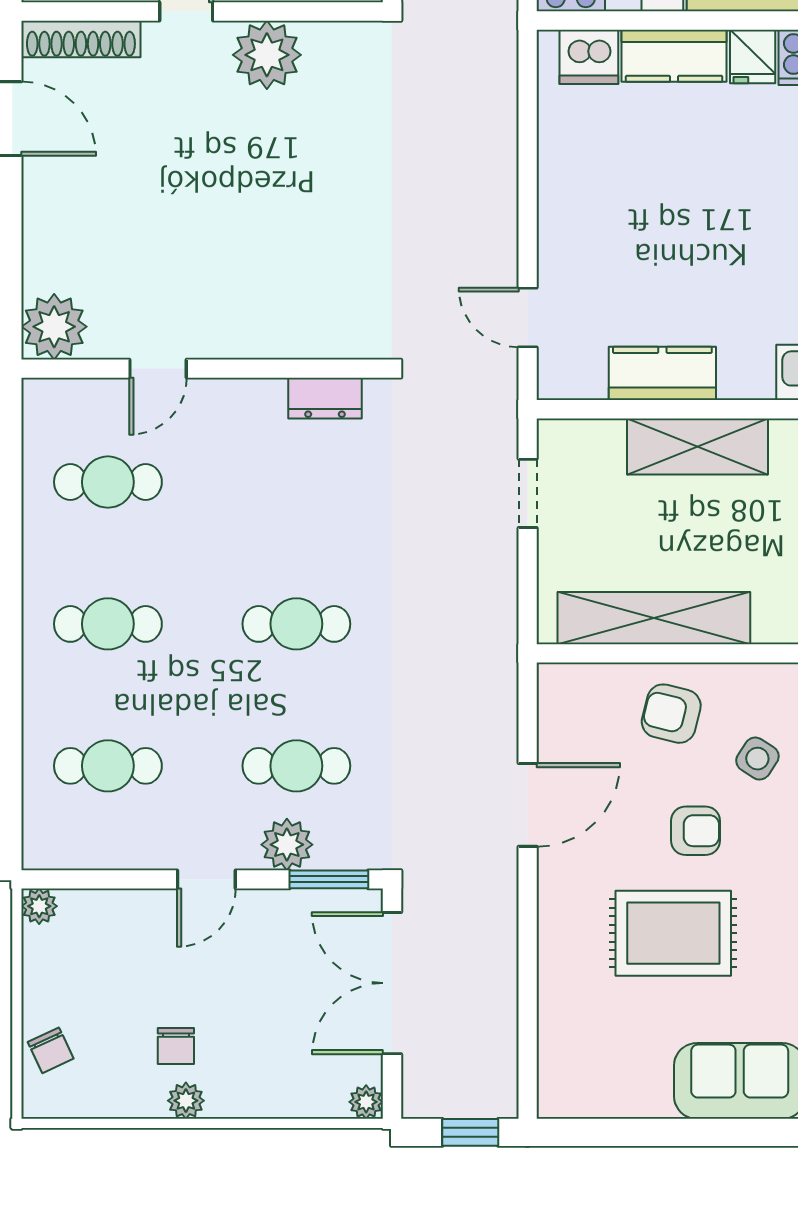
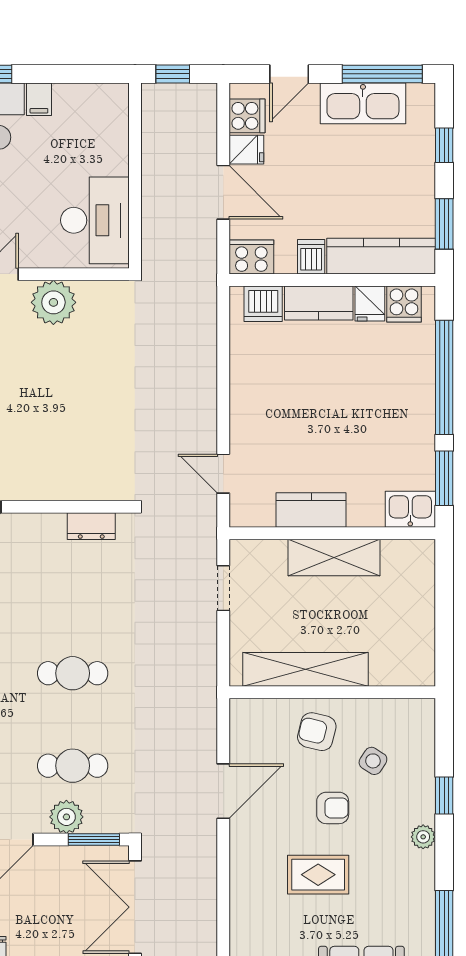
rug: (673, 933) -> (318, 875), width x0.73, depth x0.70

